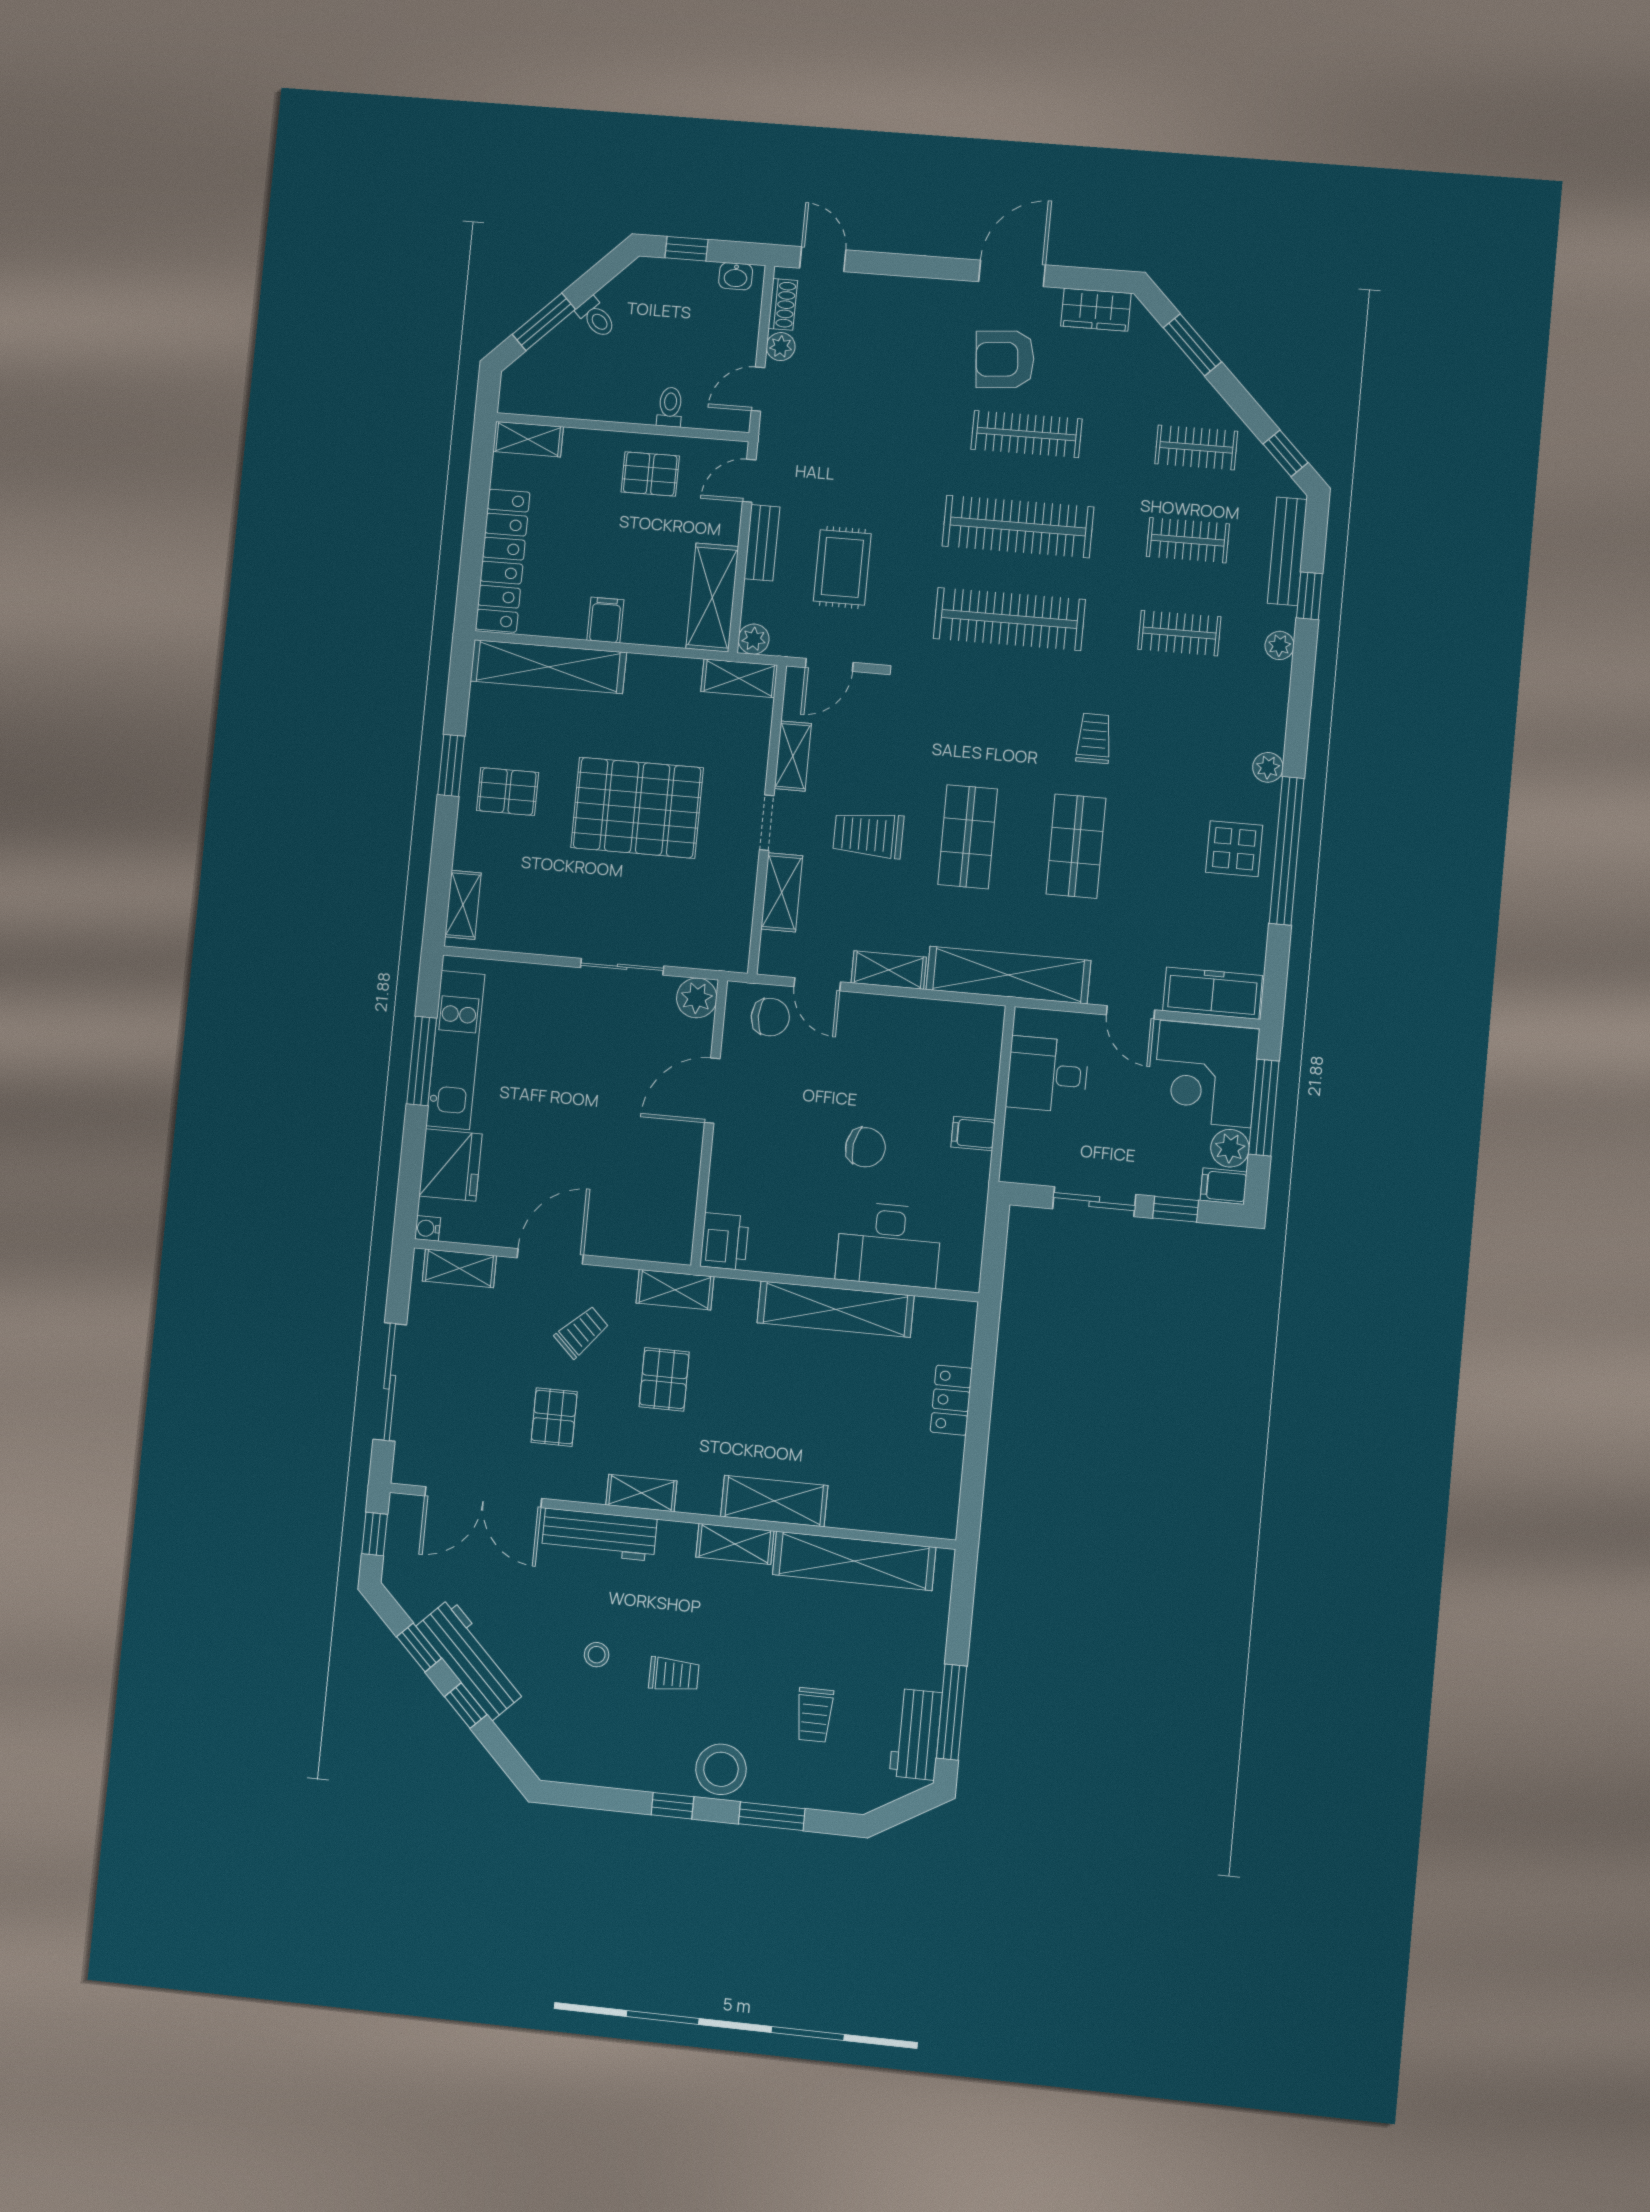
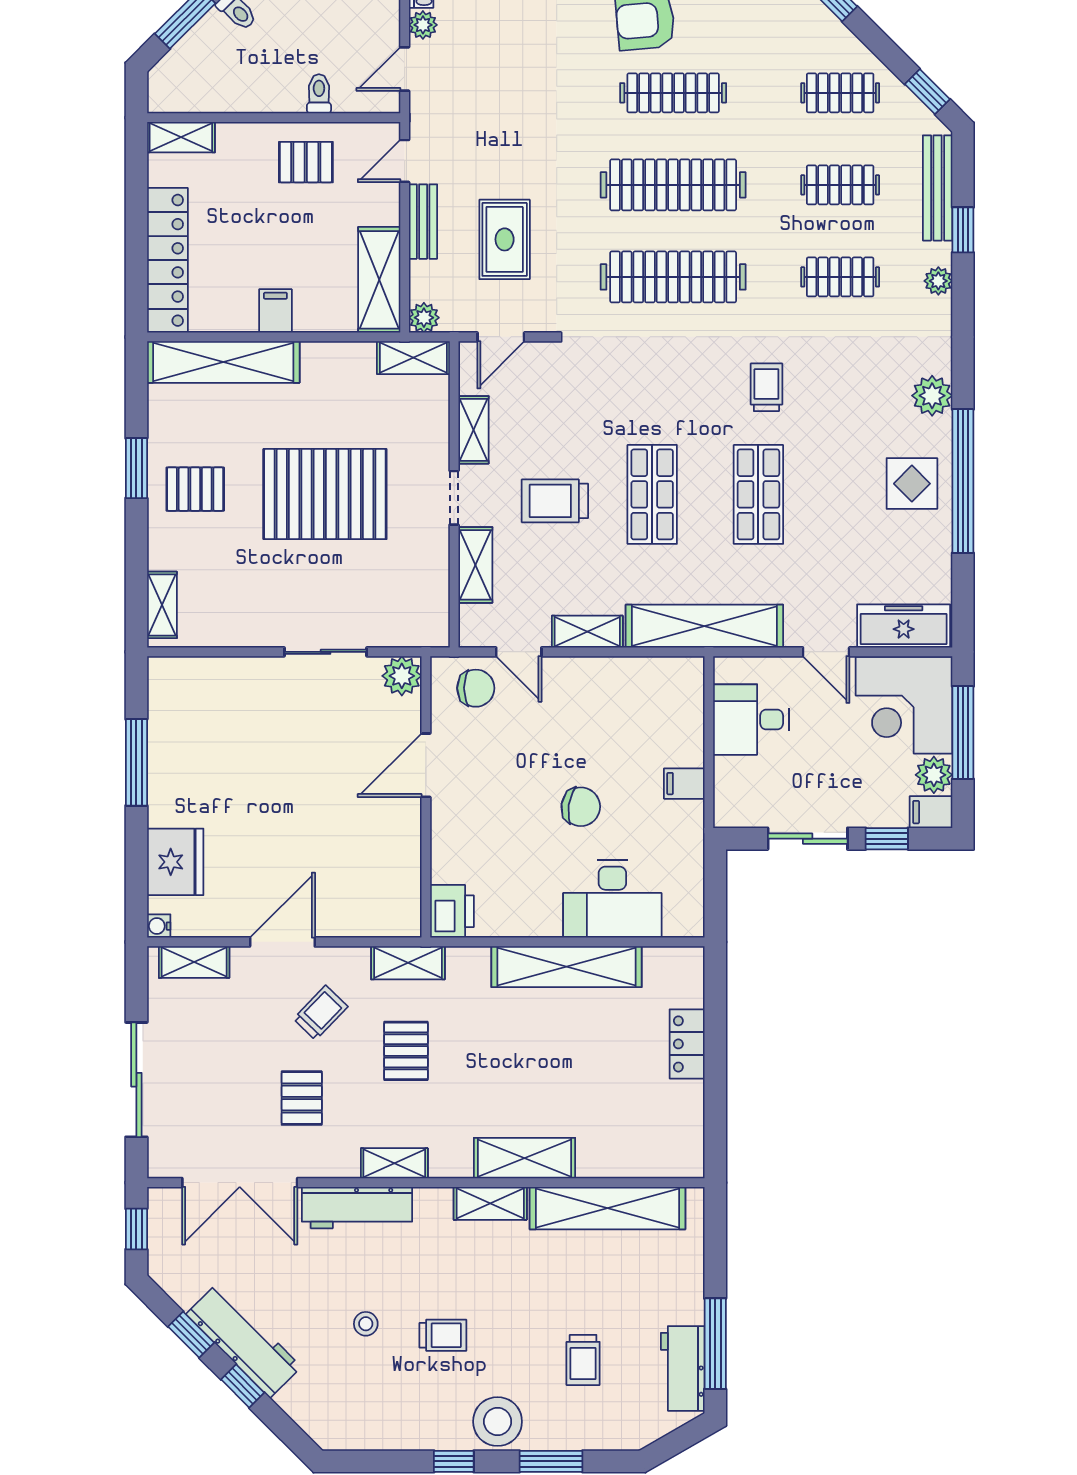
plant: (1268, 767) -> (932, 396), width x1.38, depth x1.38
kitchen unit: (455, 1050) -> (169, 749), removed

